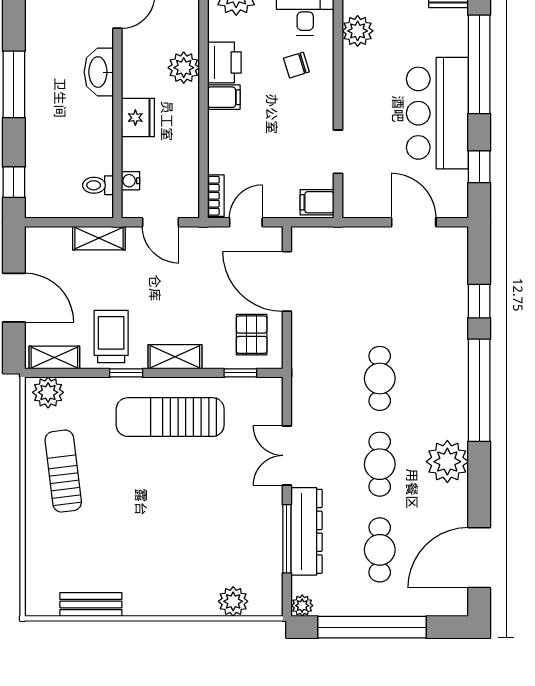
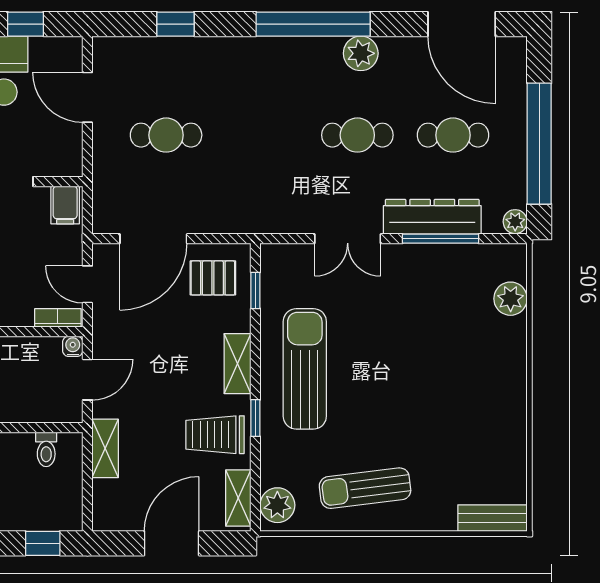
water cooler: (131, 181) -> (73, 346), moved, turned 180
door: (414, 222) -> (87, 97), hinge flipped
cafe table: (380, 378) -> (166, 135), moved
window: (479, 390) -> (313, 24), moved
sun lounger: (170, 417) -> (305, 369), turned 180
plant: (447, 462) -> (361, 53), width x0.73, depth x0.73
bench: (91, 604) -> (492, 518), moved, turned 90

